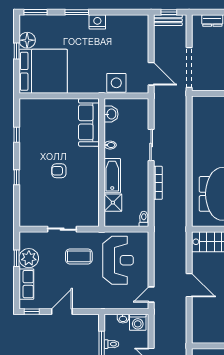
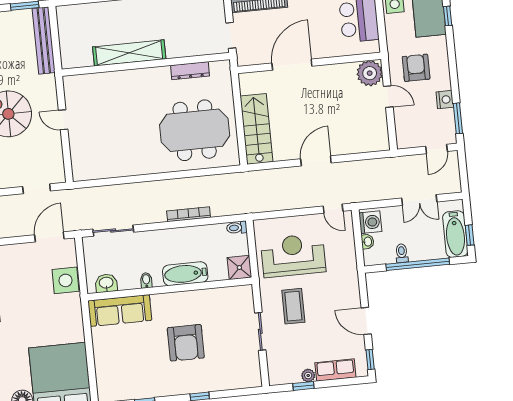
doorway: (189, 68) -> (37, 189), width x0.53
sliding door: (151, 145) -> (113, 231), moved
armchair: (59, 171) -> (186, 343), width x1.88, depth x1.88
shower: (113, 203) -> (239, 268), moved
plant: (29, 258) -> (308, 376), width x0.53, depth x0.53

